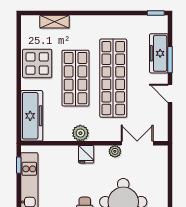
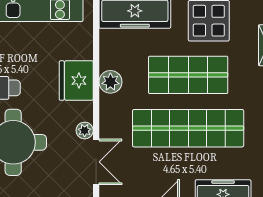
fridge: (86, 154) -> (76, 81), width x1.88, depth x1.34

